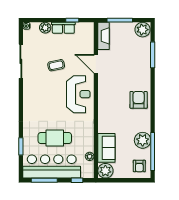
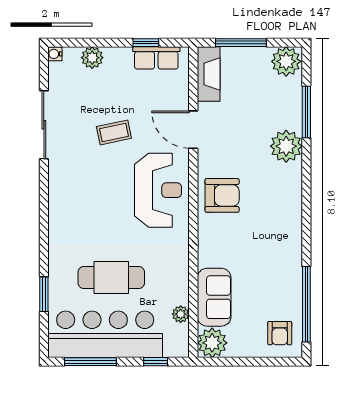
row of seats: (63, 28) -> (156, 58), moved
armchair: (139, 100) -> (222, 195), moved, turned 90
plant: (143, 140) -> (286, 146), moved

